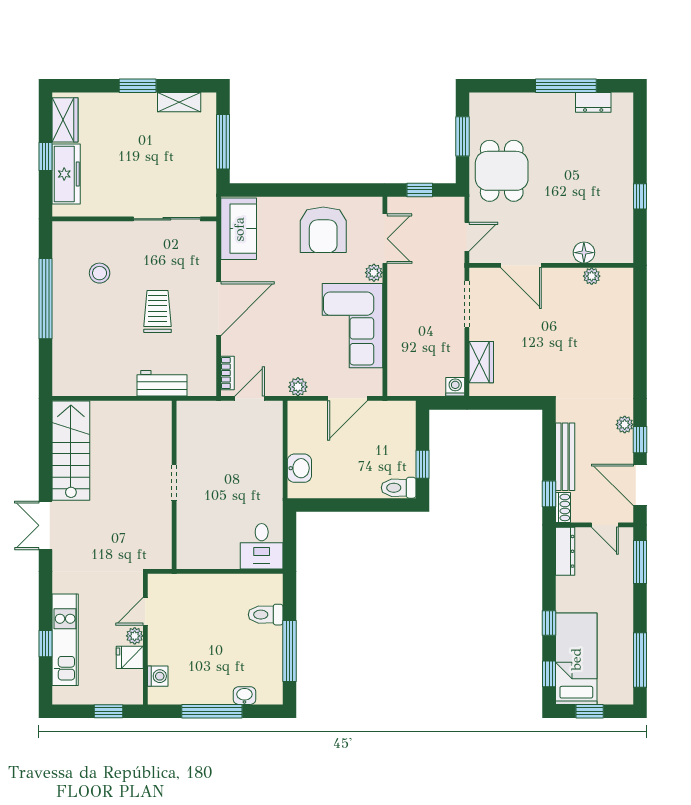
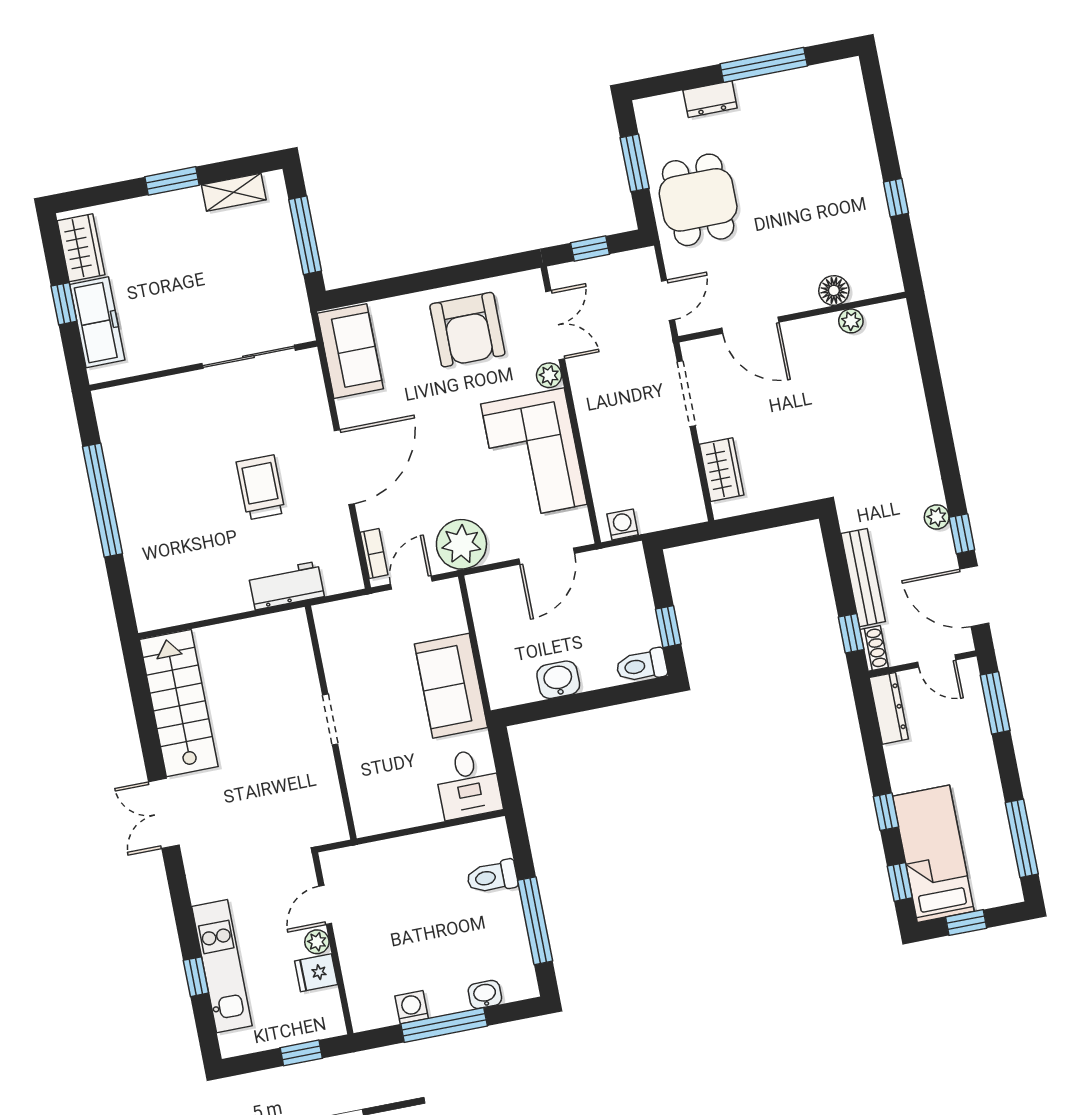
dresser: (593, 102) -> (710, 99), moved
stool: (100, 273) -> (170, 450), removed
plant: (298, 387) -> (461, 544), width x1.87, depth x1.87
washing machine: (455, 387) -> (623, 524), moved
washbasin: (299, 468) -> (558, 680), moved, turned -90
sofa: (263, 476) -> (451, 686), added
washing machine: (158, 676) -> (412, 1007), moved, turned -90

